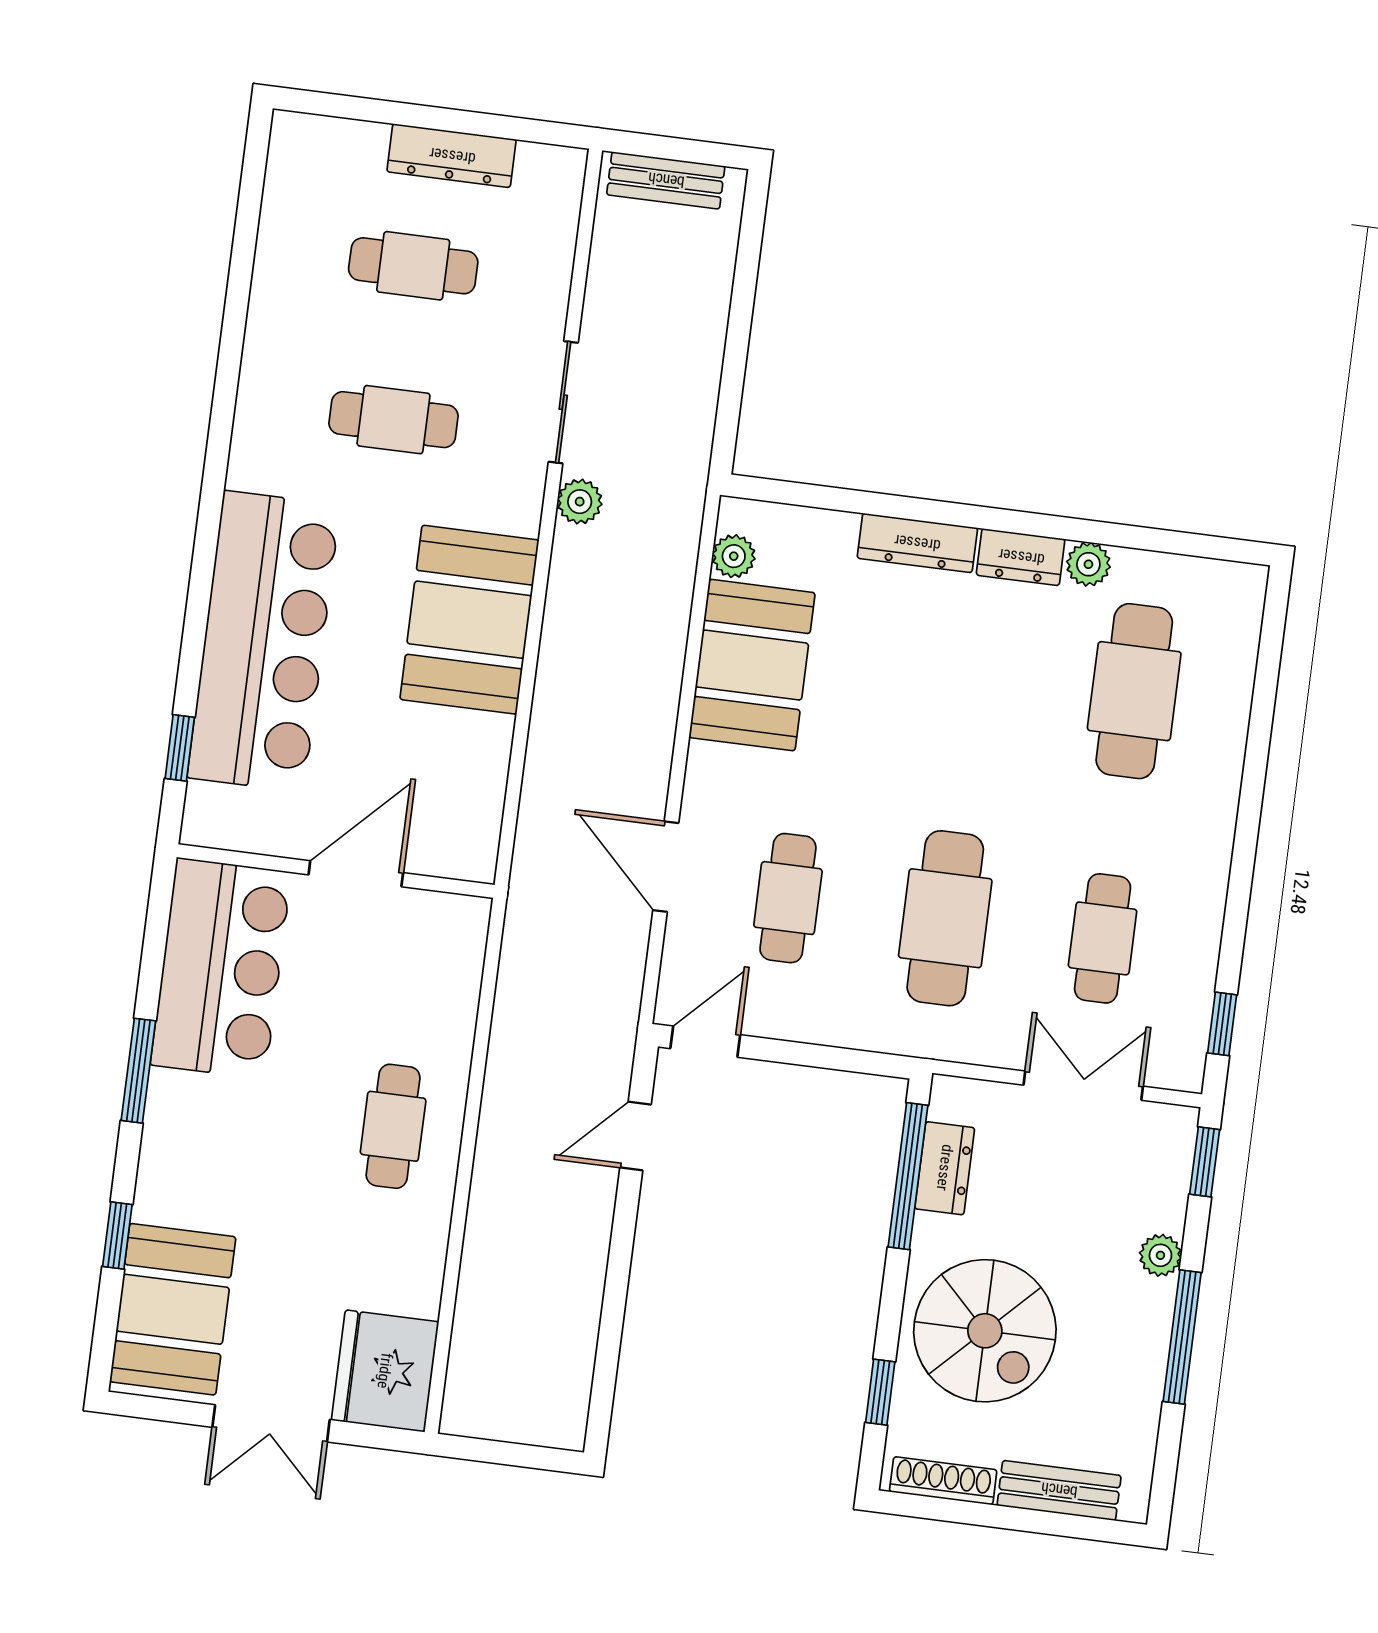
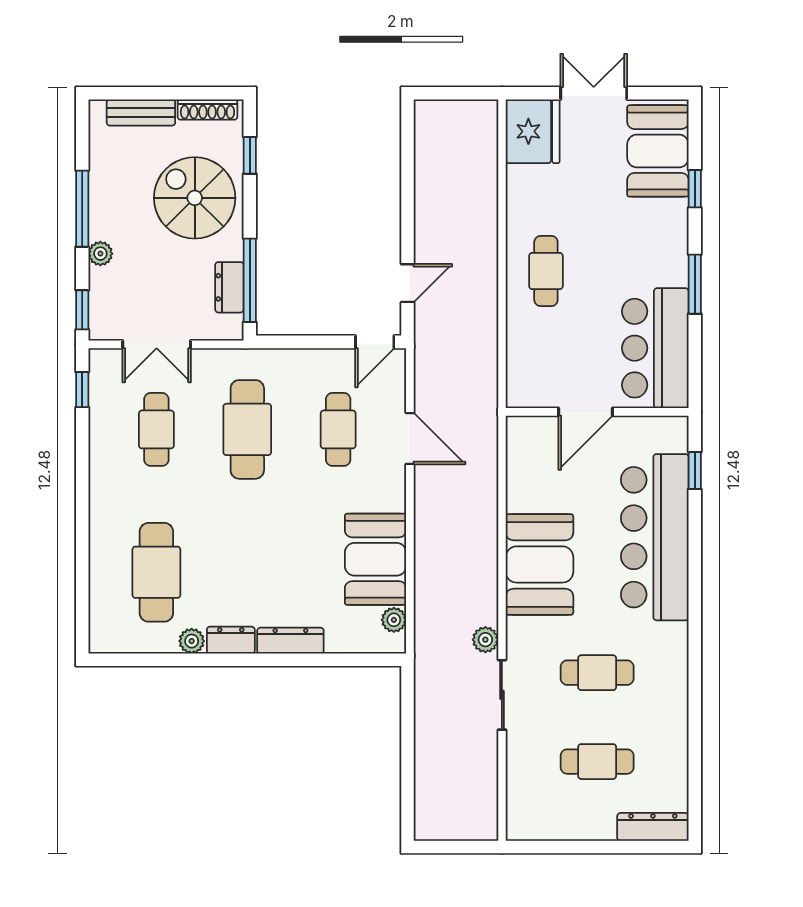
dresser: (452, 156) -> (653, 827), moved
bench: (666, 180) -> (460, 828), removed

